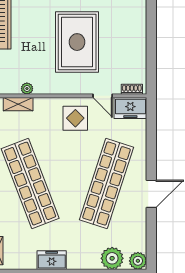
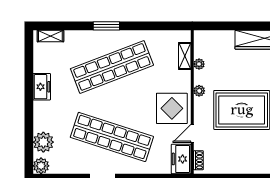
plant: (56, 88) -> (199, 91), added
display table: (75, 118) -> (172, 108), width x1.36, depth x1.36

